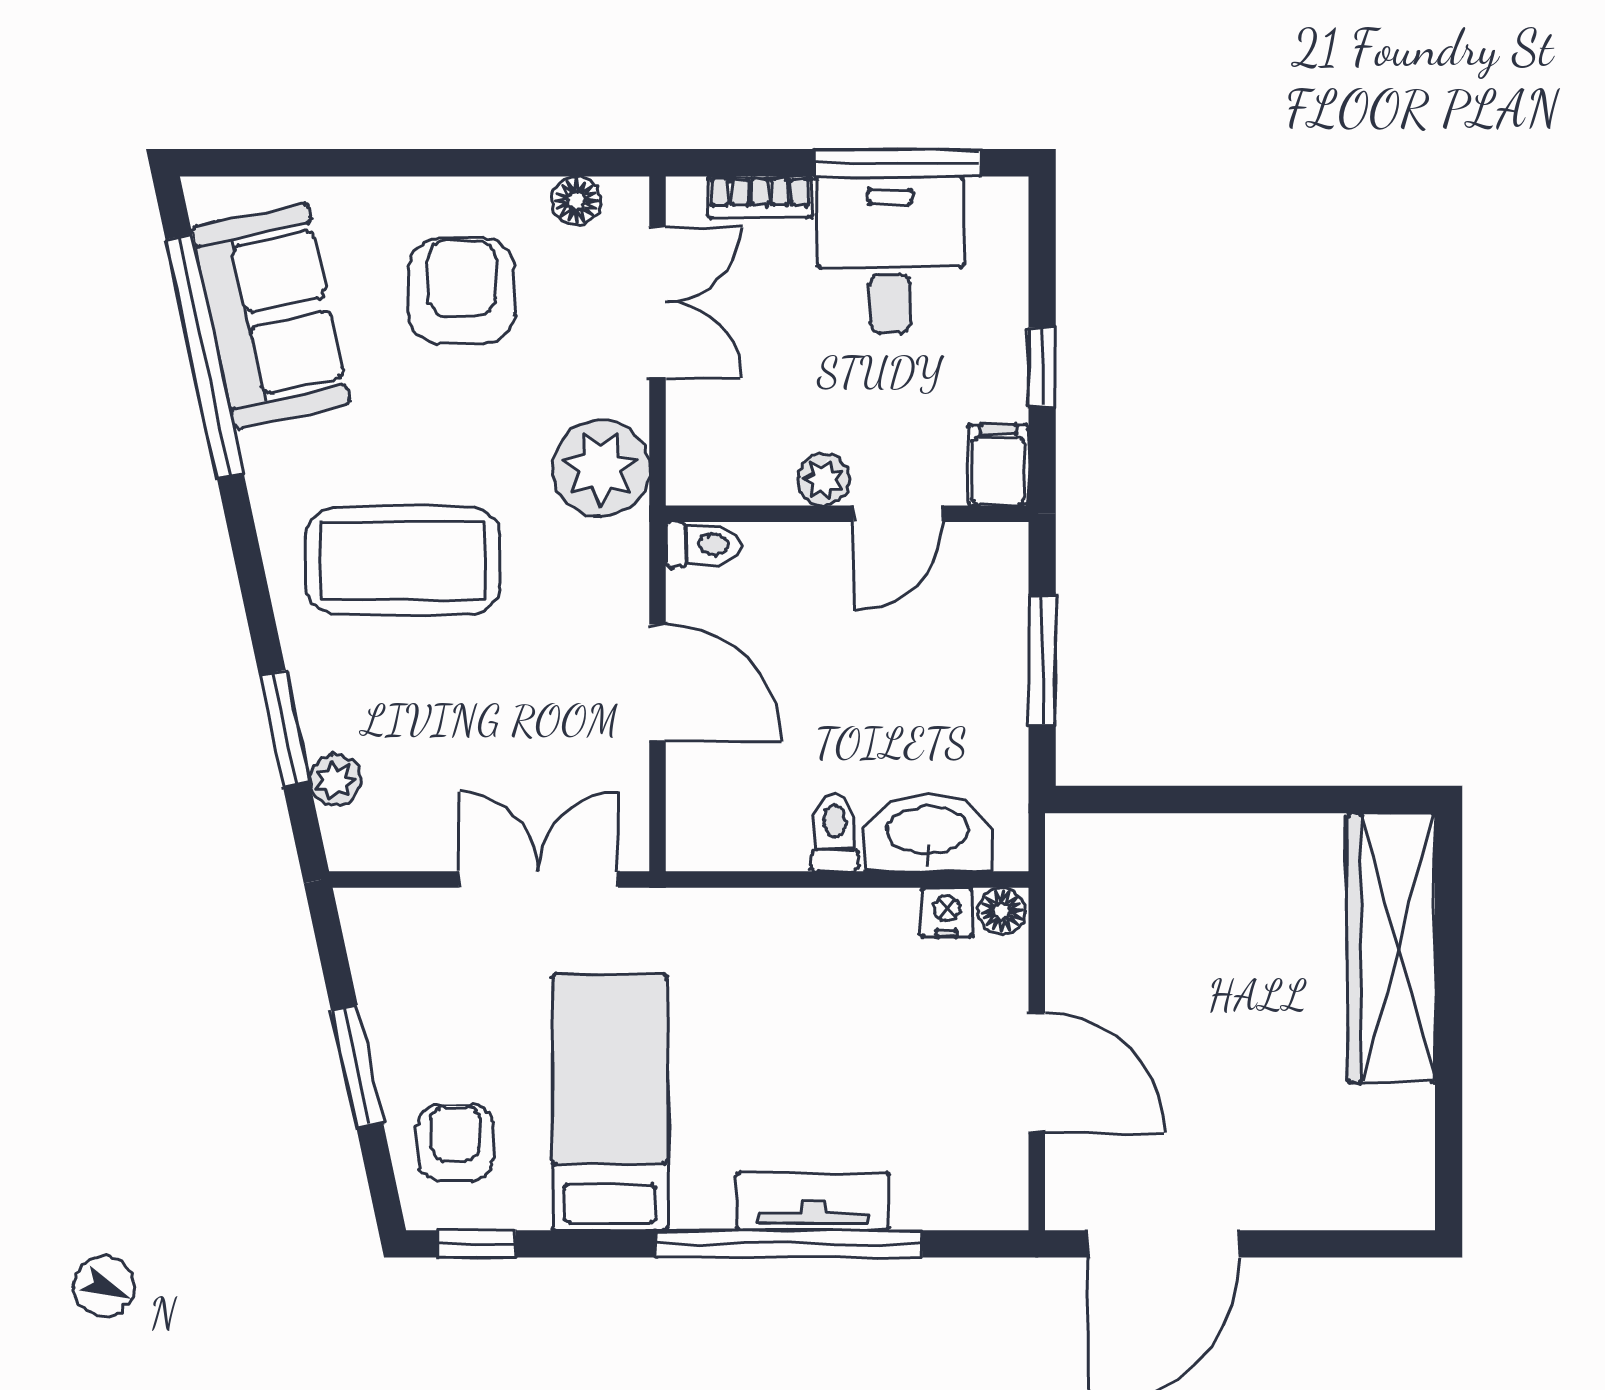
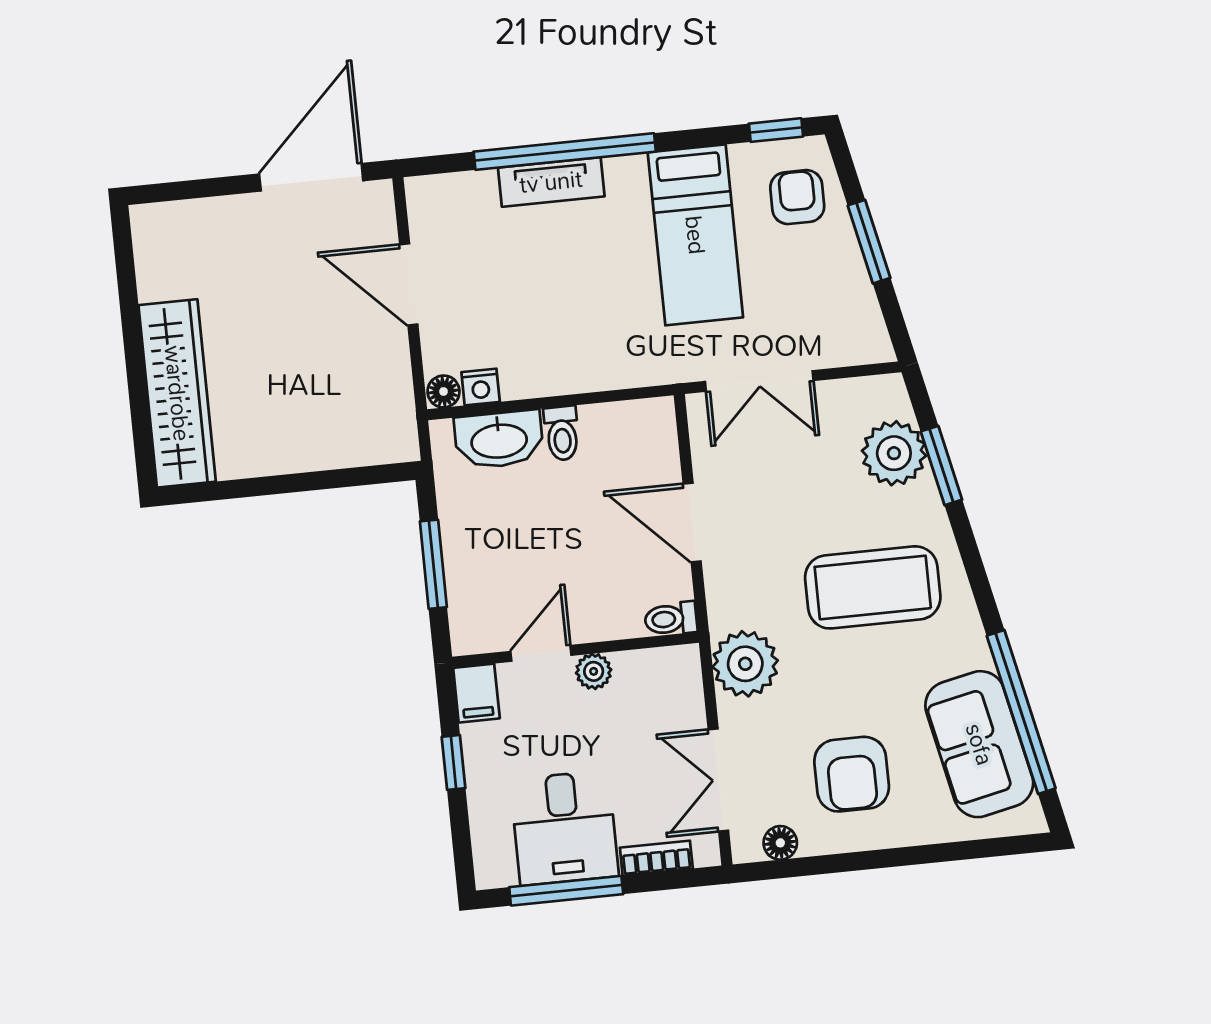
plant: (335, 780) -> (894, 453), width x1.87, depth x1.87
armchair: (456, 1143) -> (797, 197), turned 180

